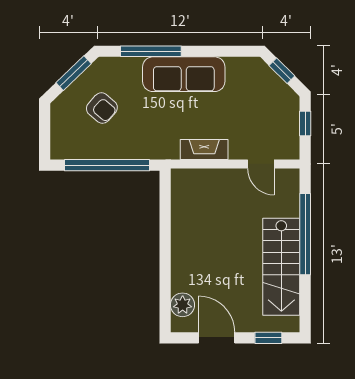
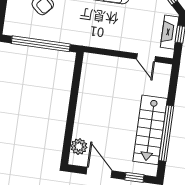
fireplace: (204, 149) -> (170, 32), moved, turned -90
window: (305, 234) -> (166, 133), moved

